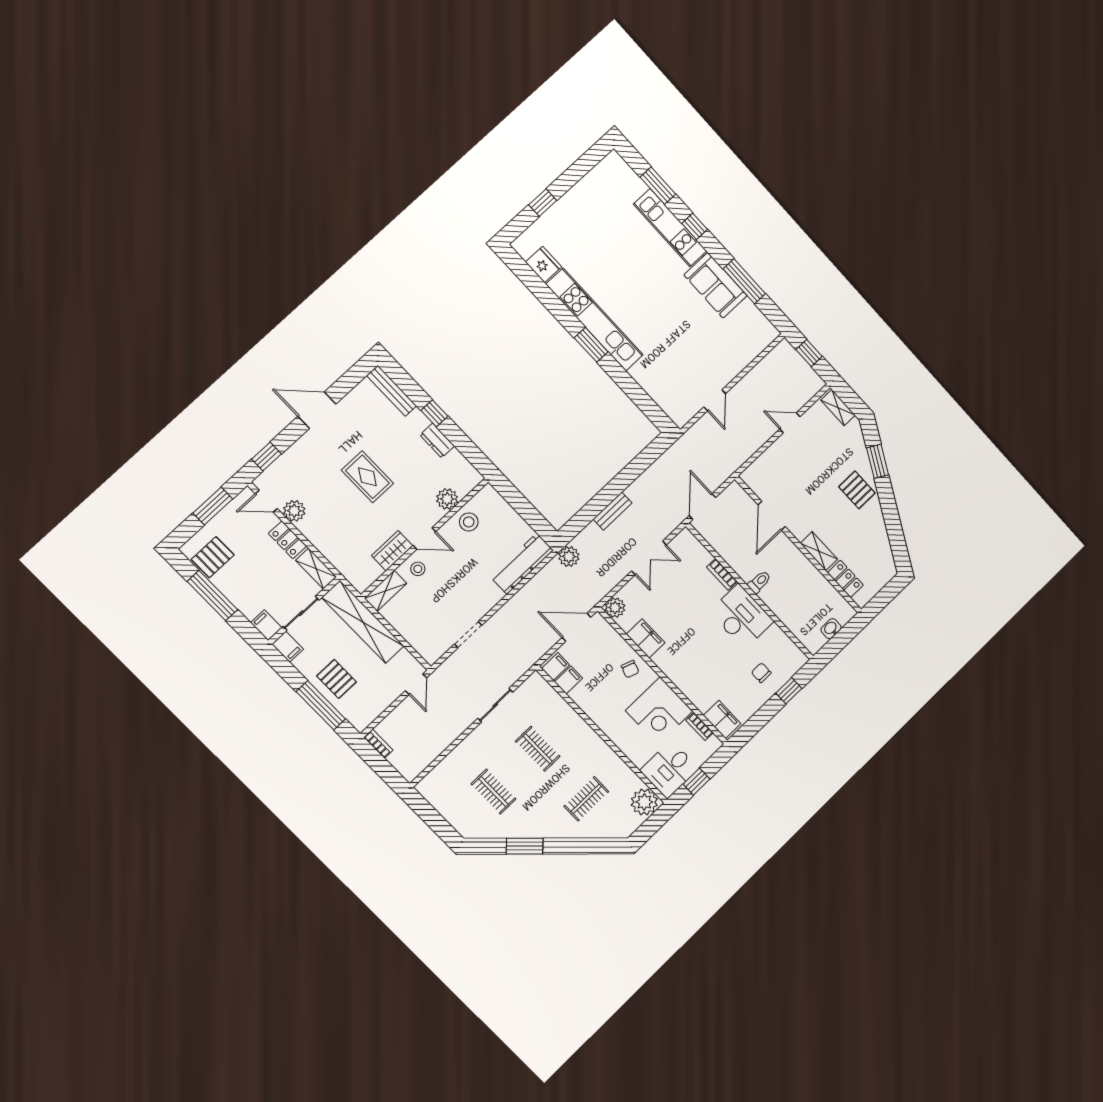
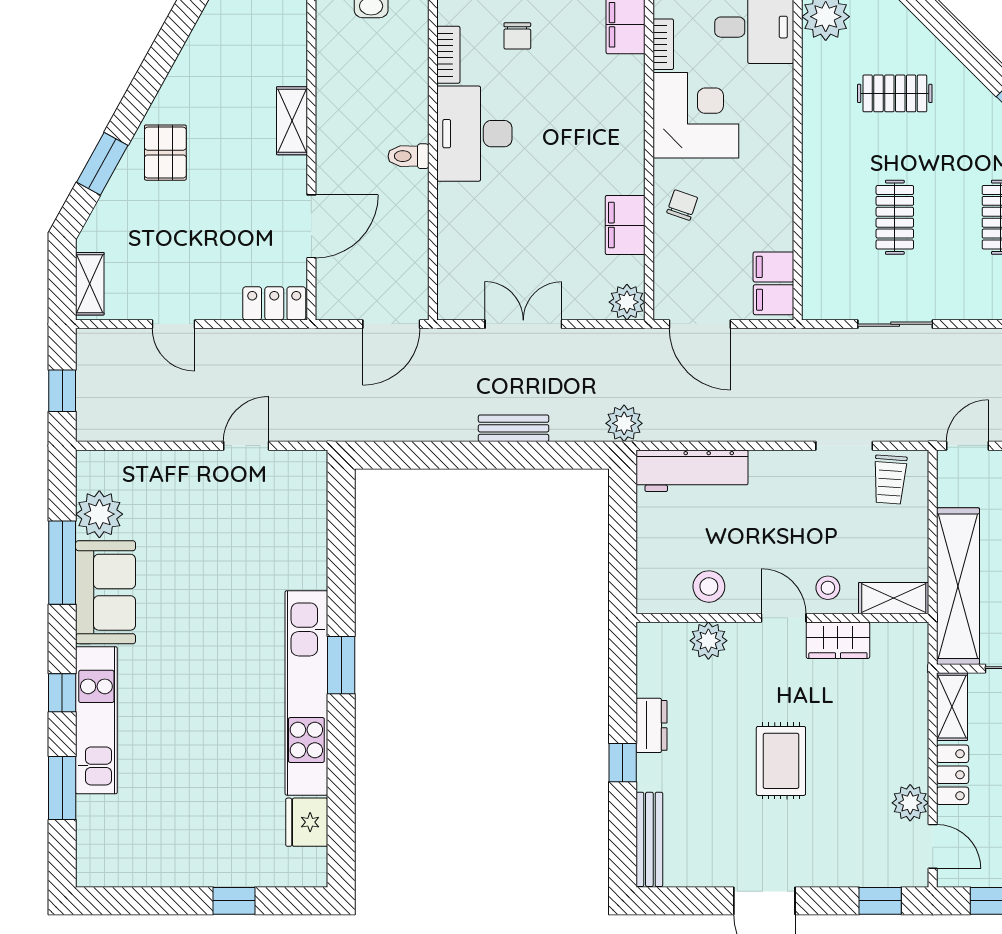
plant: (748, 316) -> (99, 514), added
bookcase: (722, 574) -> (448, 55), moved
locker: (845, 579) -> (274, 303), moved, turned 90
trolley: (435, 639) -> (890, 480), added

